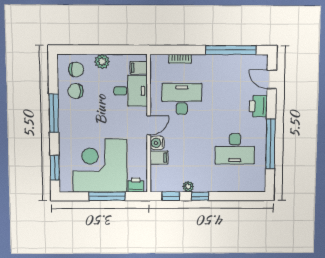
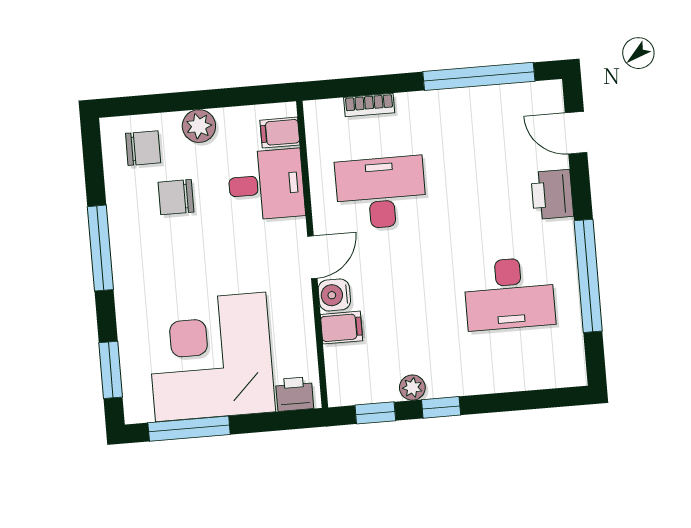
chair: (75, 91) -> (176, 197), moved
window: (107, 196) -> (189, 429), moved

